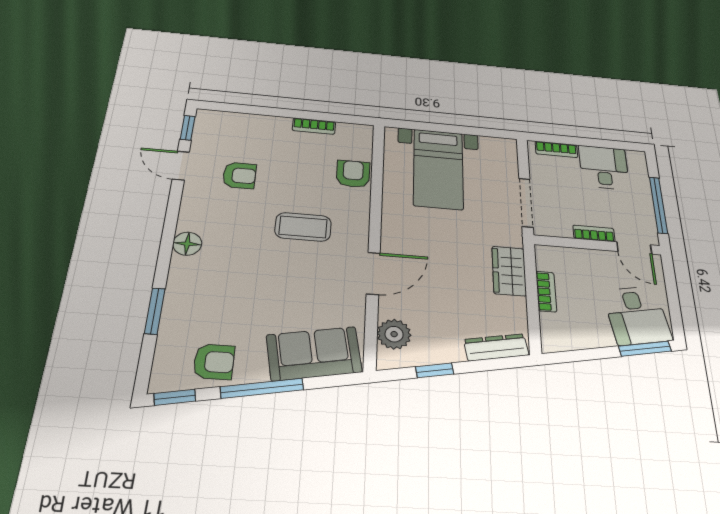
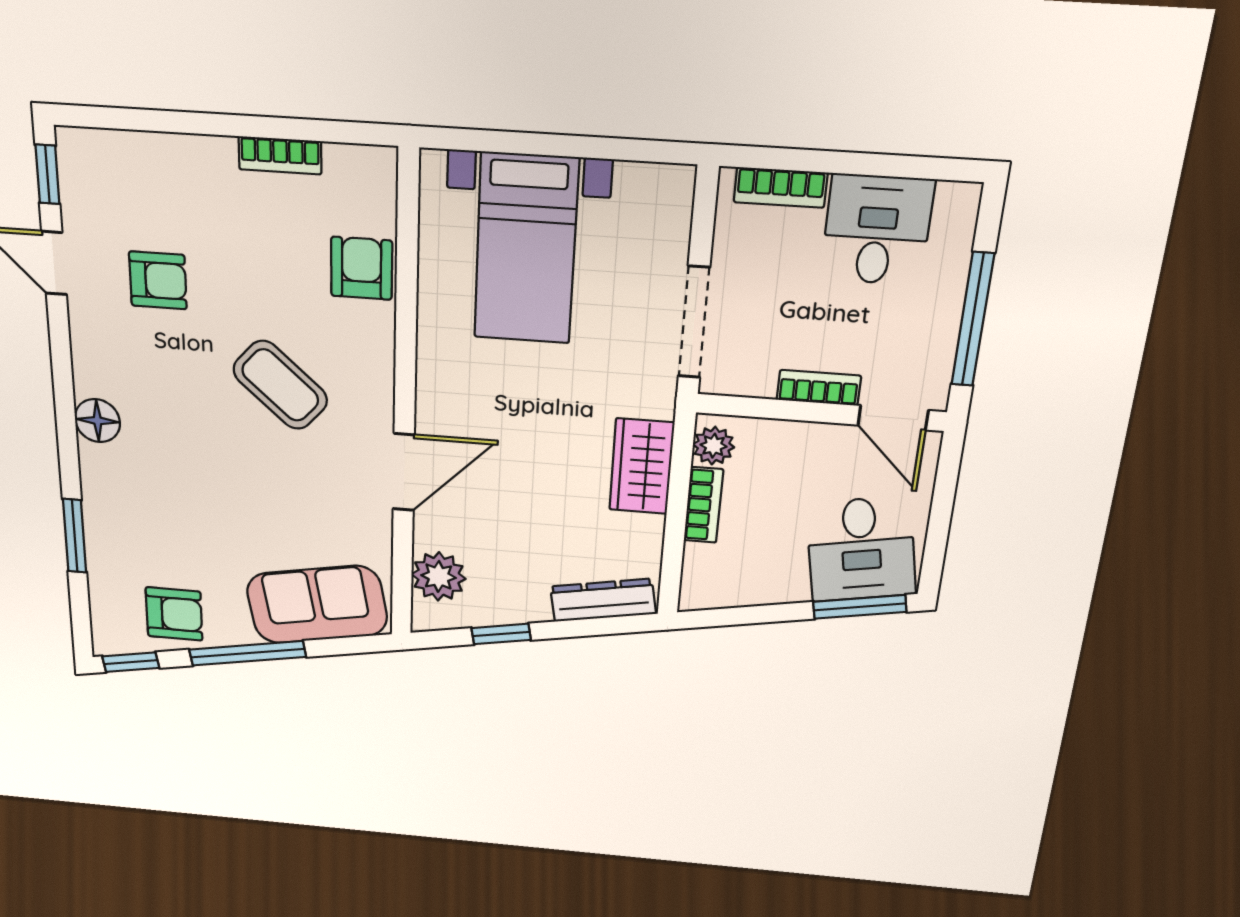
coffee table: (303, 227) -> (280, 385), turned 42
plant: (546, 261) -> (714, 446), added

